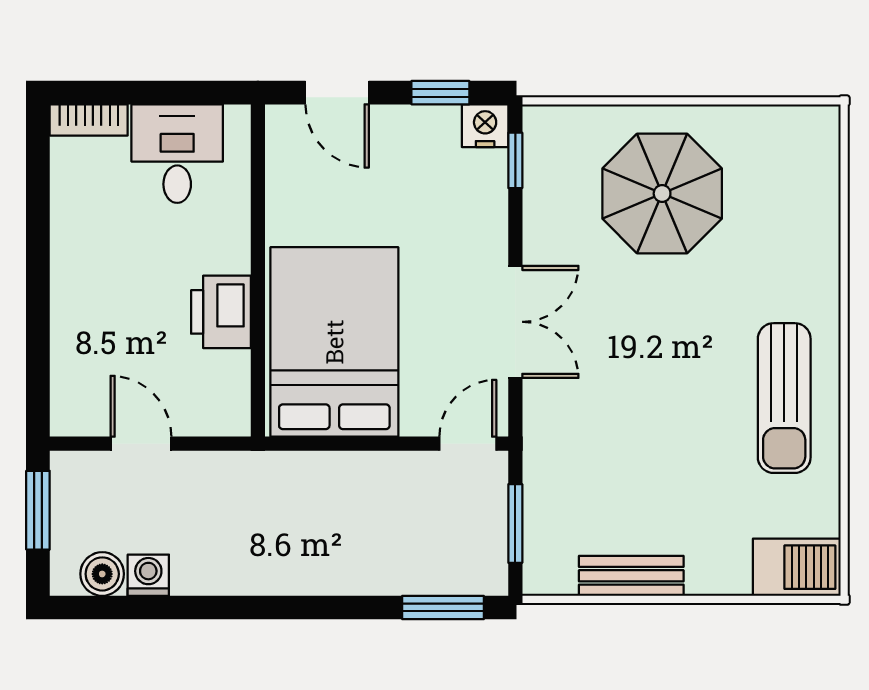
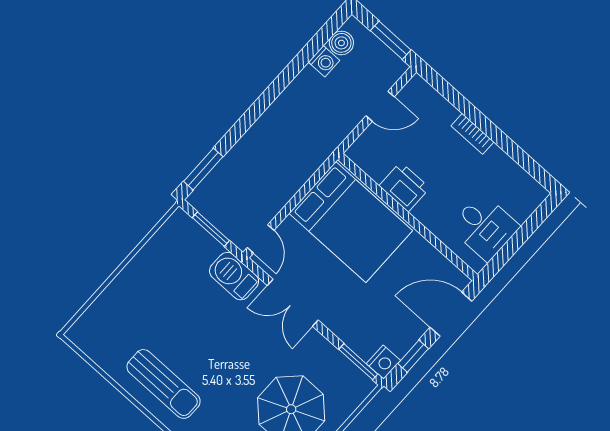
door: (337, 93) -> (451, 314), width x1.38
bookcase: (89, 120) -> (472, 134), moved, turned -90
window: (515, 160) -> (358, 362), width x1.50
sun lounger: (784, 398) -> (164, 384), turned 180
barbecue: (797, 567) -> (234, 276), moved, turned 90
bench: (631, 576) -> (147, 257), removed

